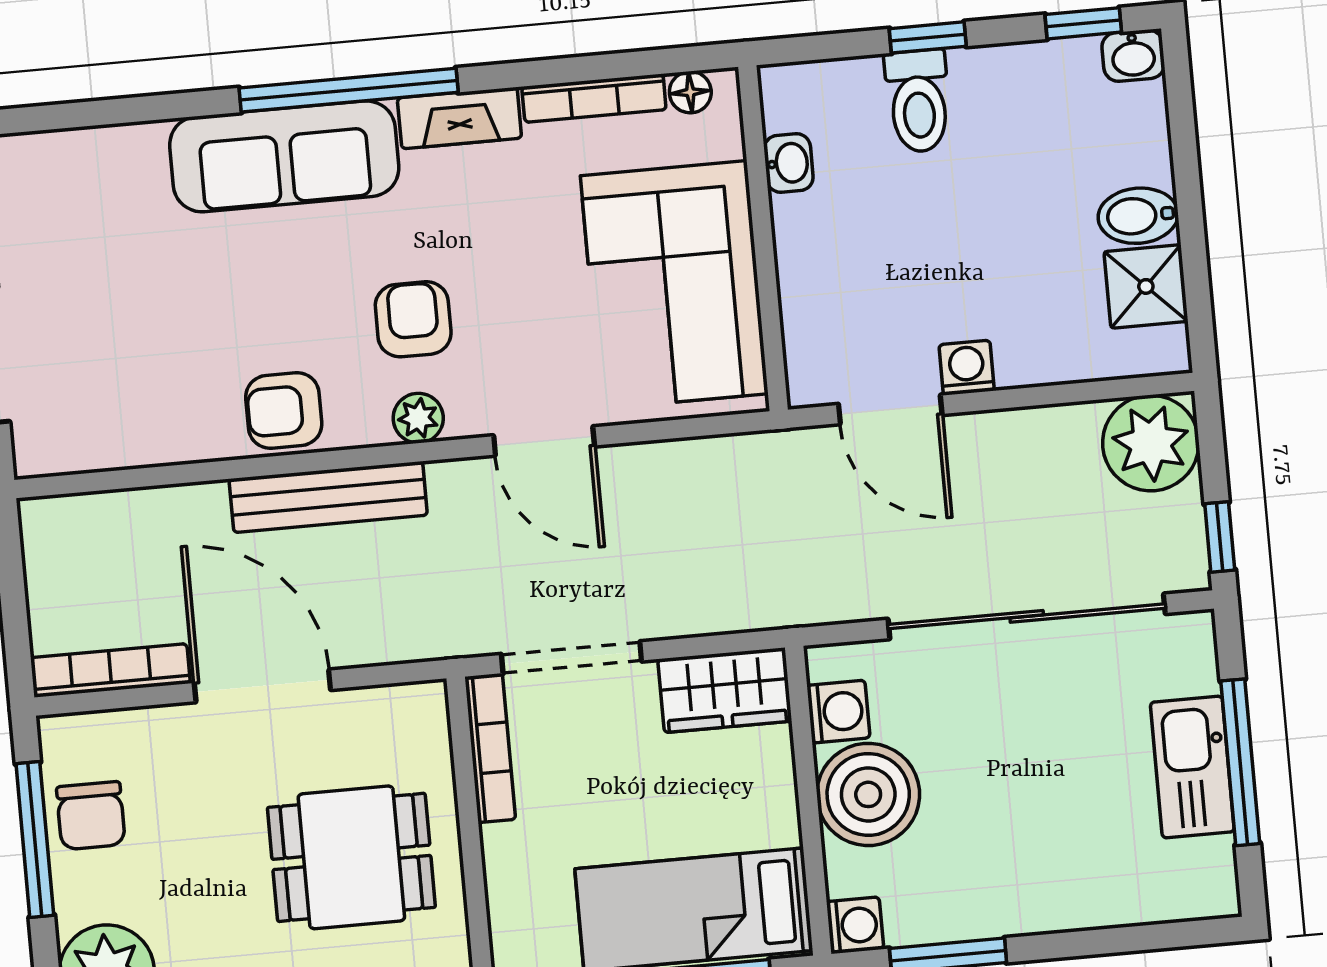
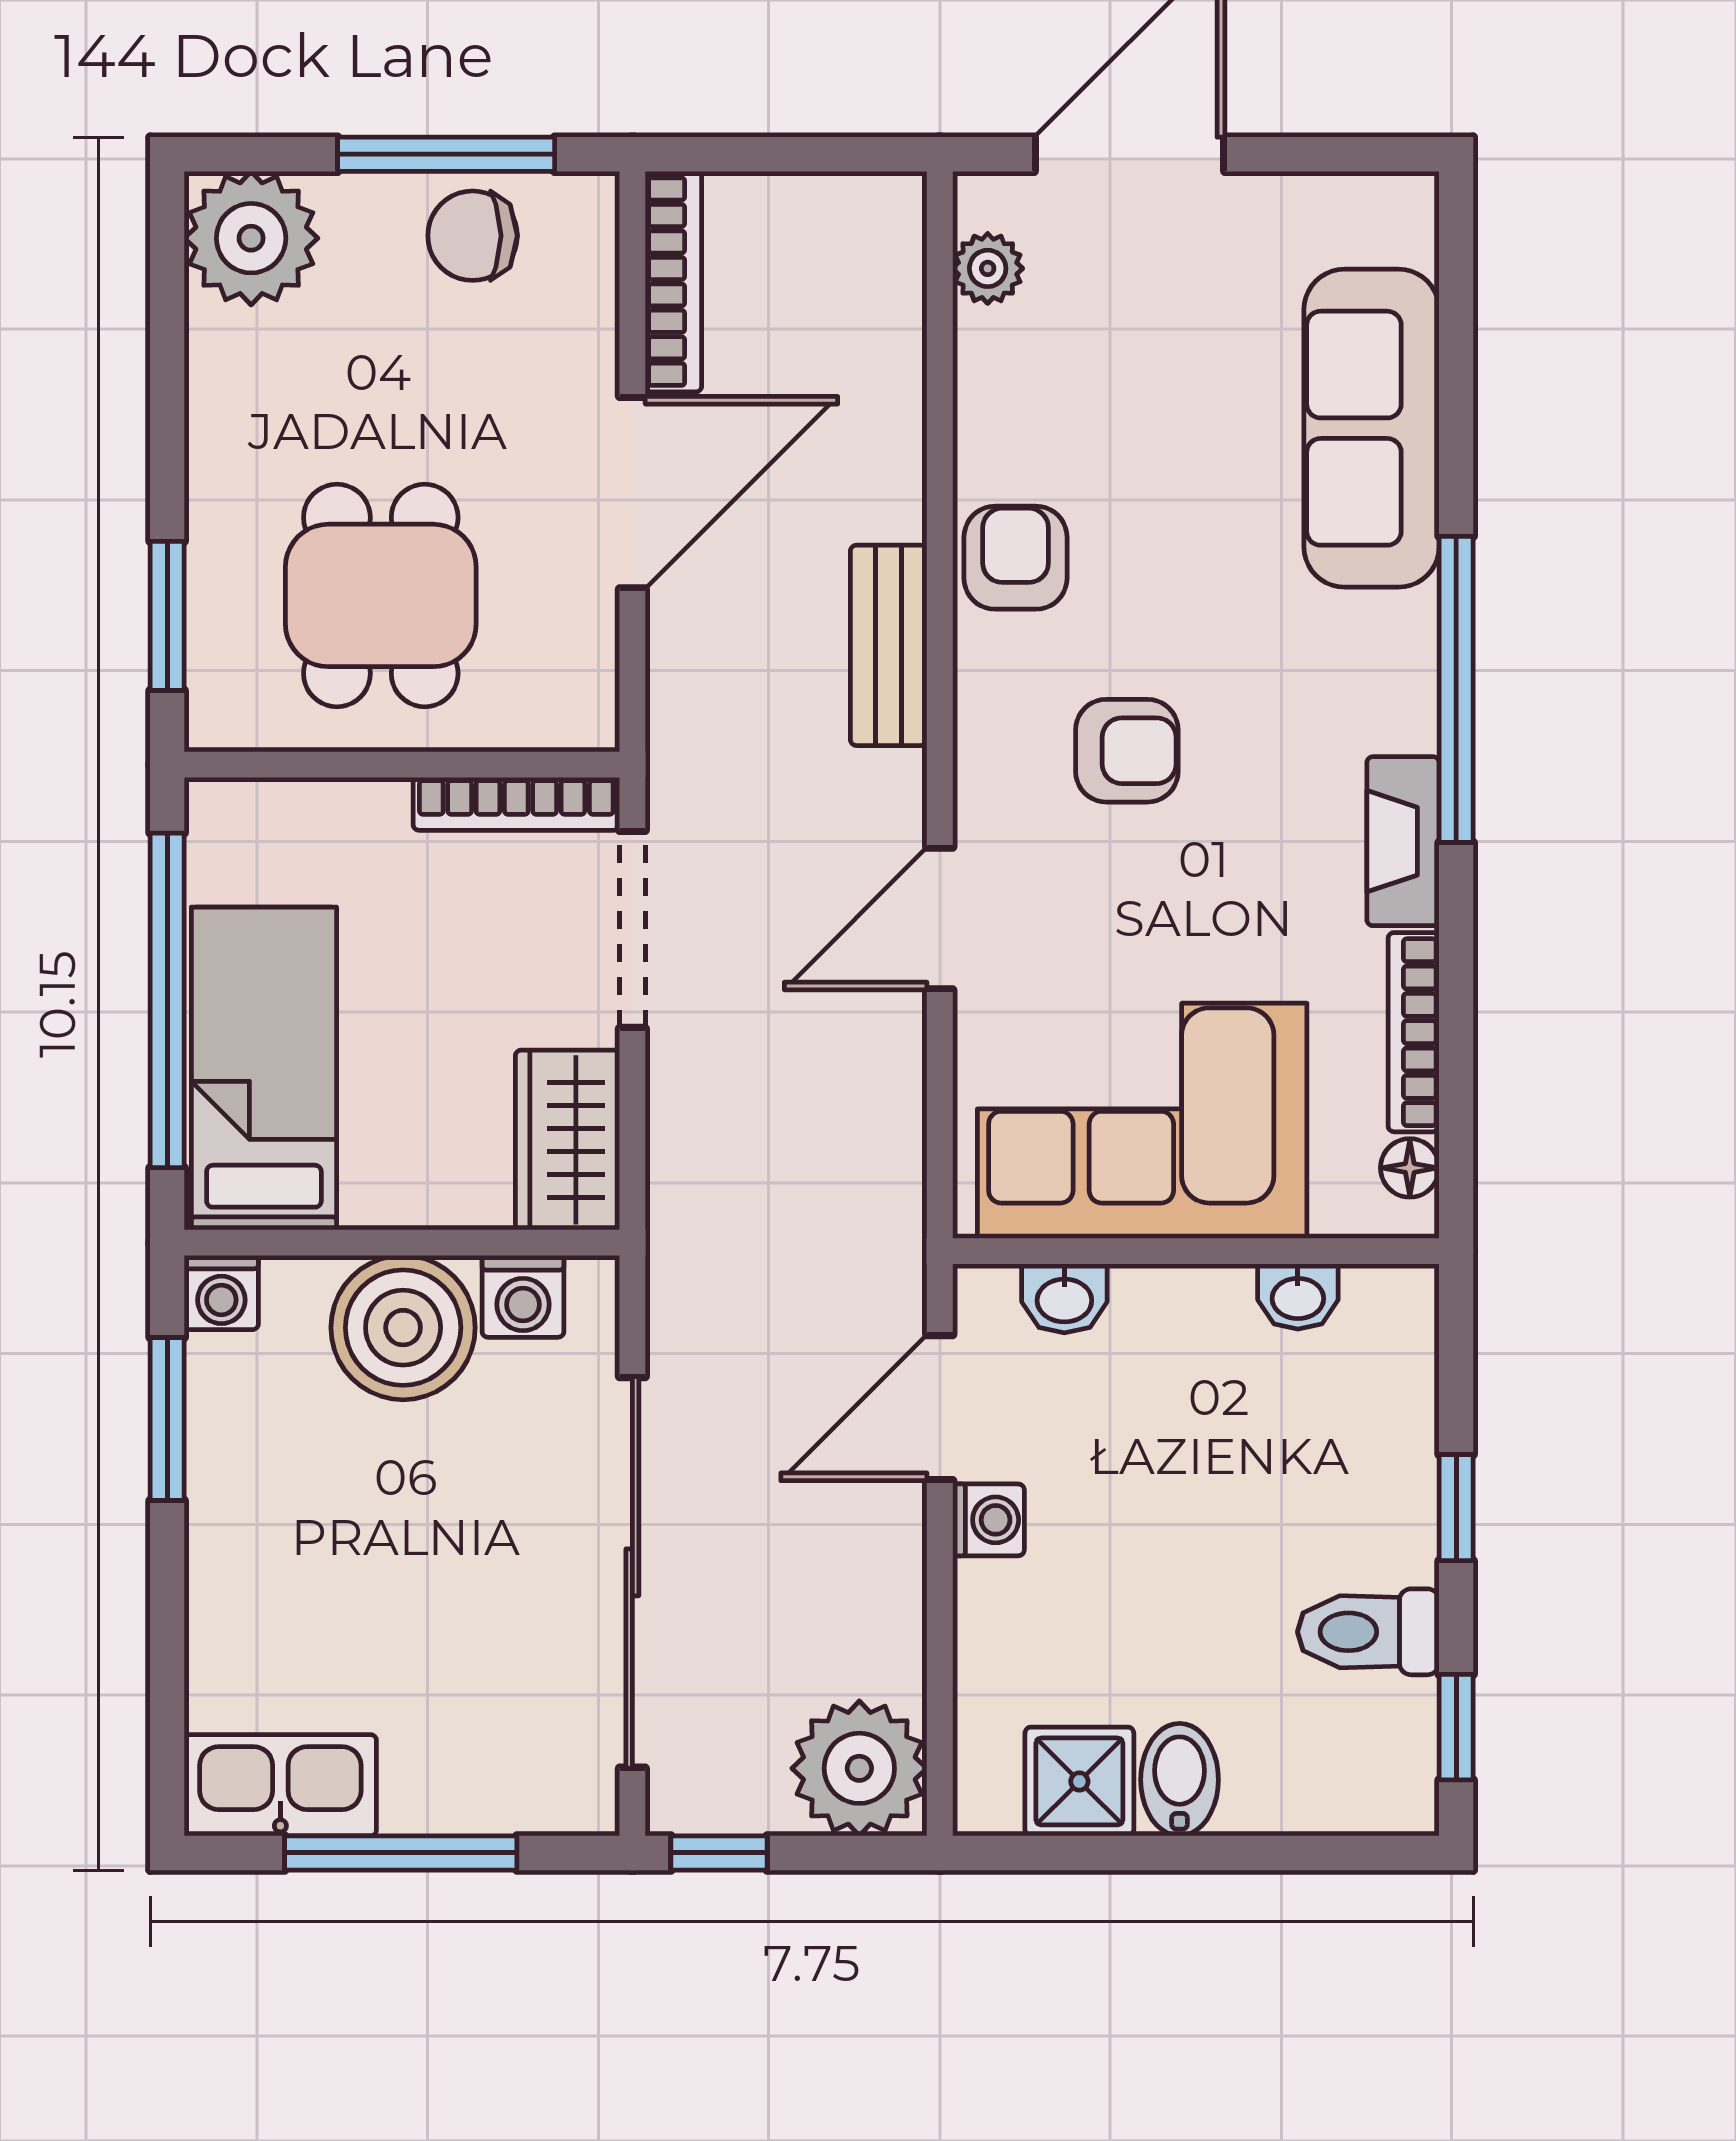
washbasin: (1133, 56) -> (1064, 1298), moved, turned -90
toilet: (918, 101) -> (1368, 1632), moved
sofa: (284, 156) -> (1371, 428), moved
plant: (418, 418) -> (988, 268), moved
bench: (328, 497) -> (889, 645), width x0.73
kitchen sink: (1192, 767) -> (280, 1785), moved

